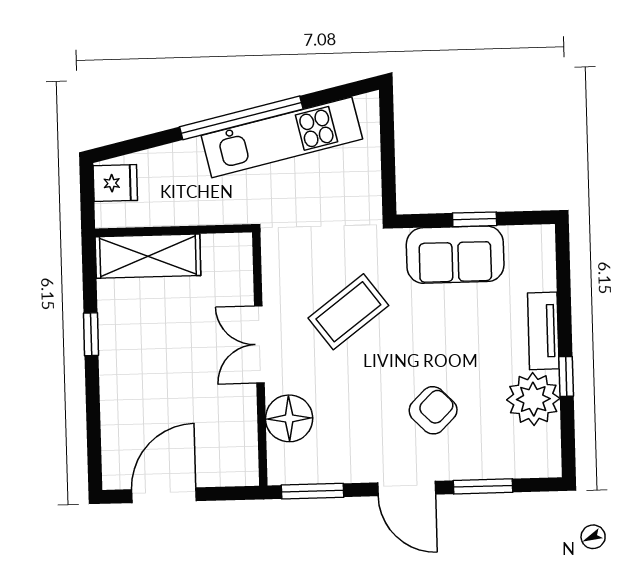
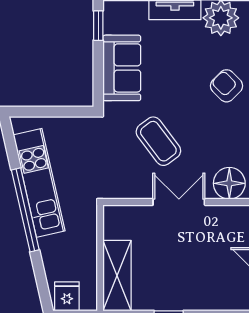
window: (475, 219) -> (98, 26), moved
double door: (259, 345) -> (179, 202), swing flipped

